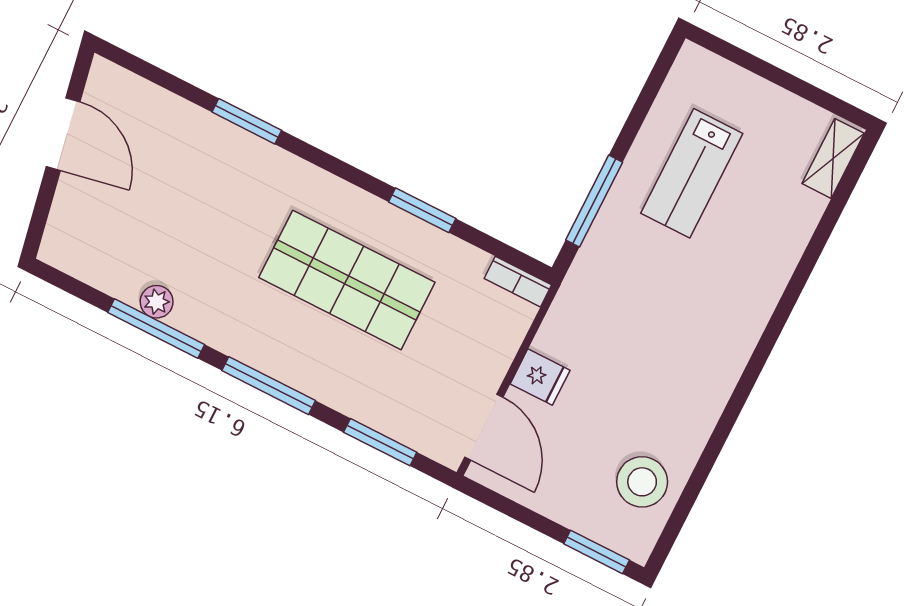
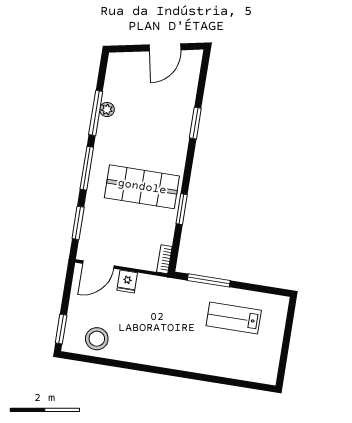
shelving: (833, 158) -> (259, 376), removed
shop shelf: (347, 280) -> (142, 187), turned 90

